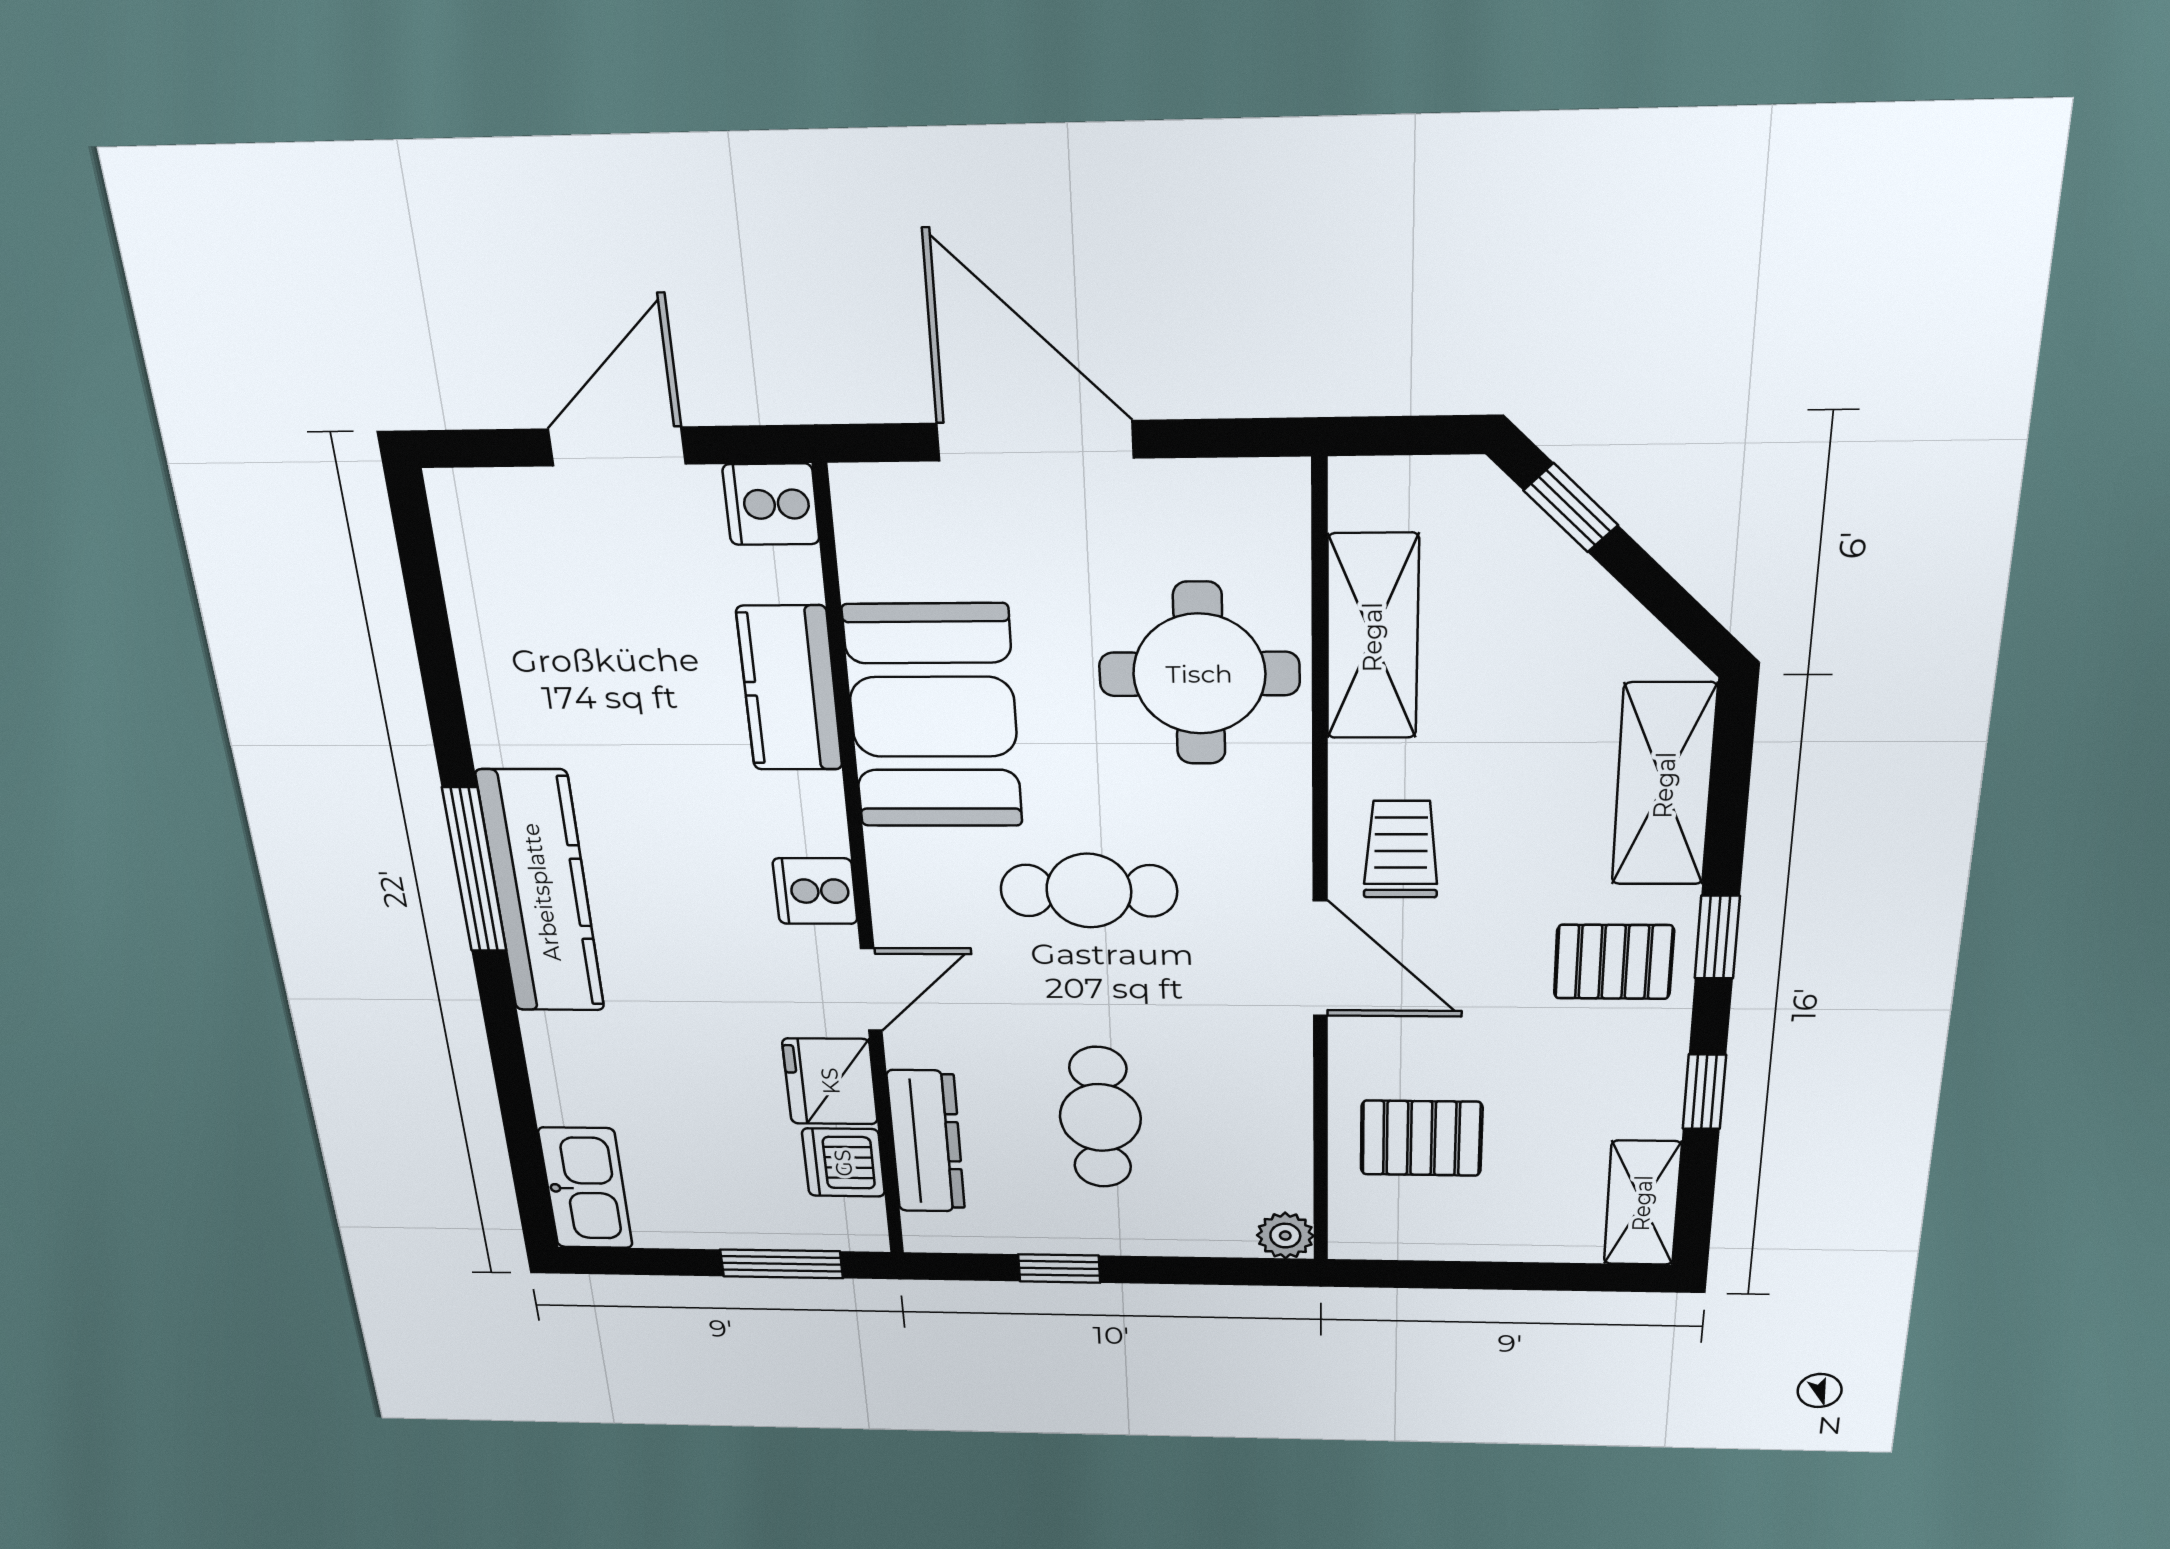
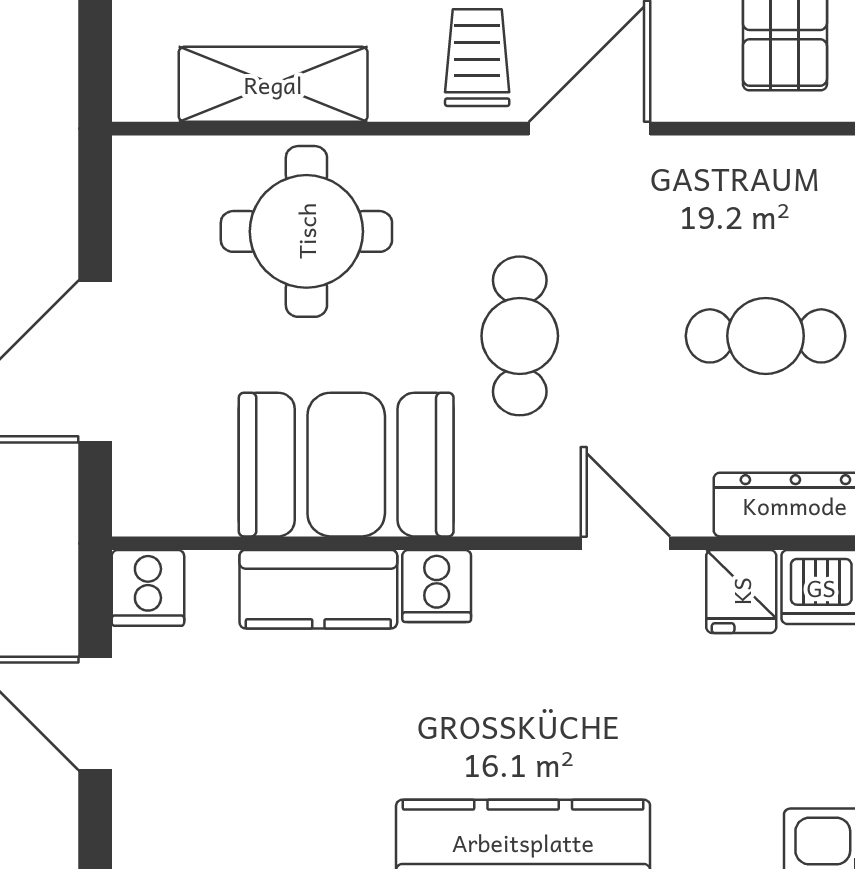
trolley: (1401, 849) -> (477, 58), turned 90
cooker: (815, 891) -> (437, 586), moved
fridge: (830, 1081) -> (741, 591), width x0.72

